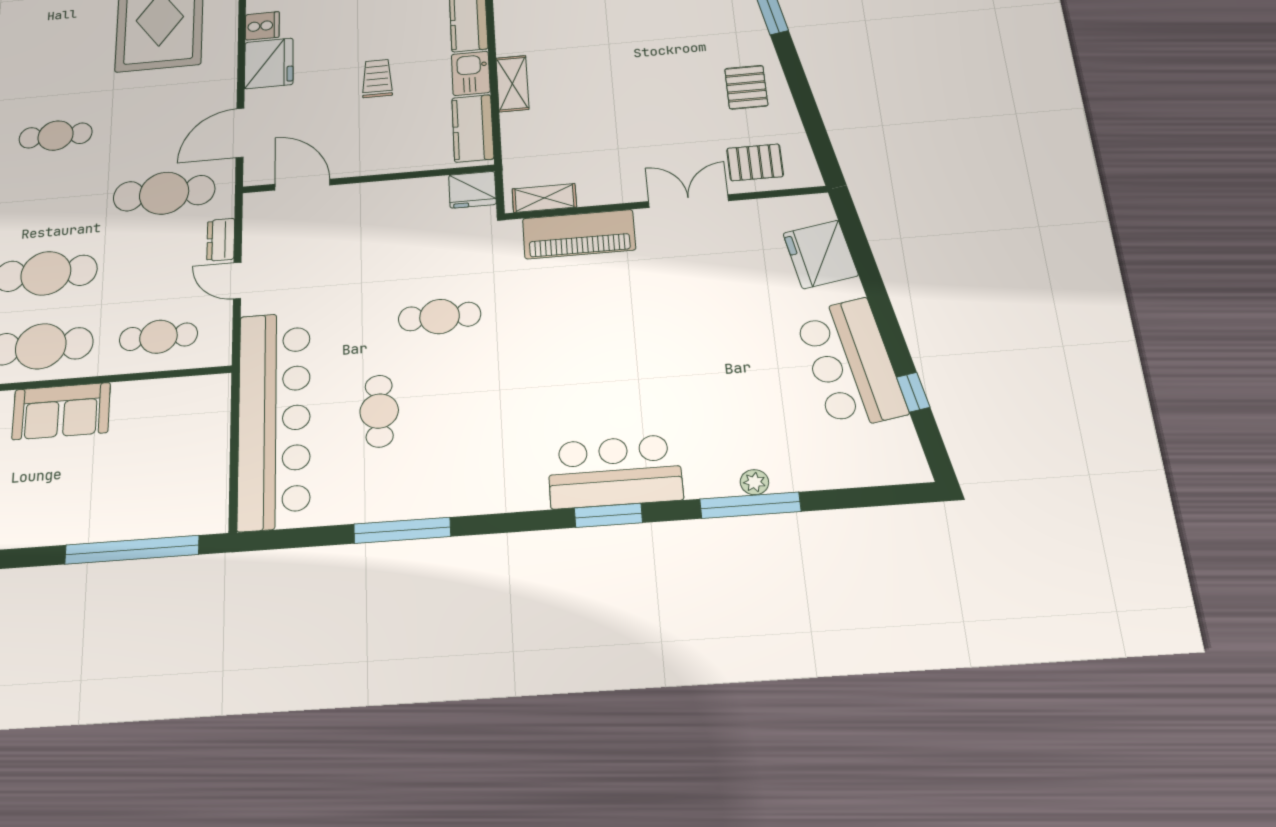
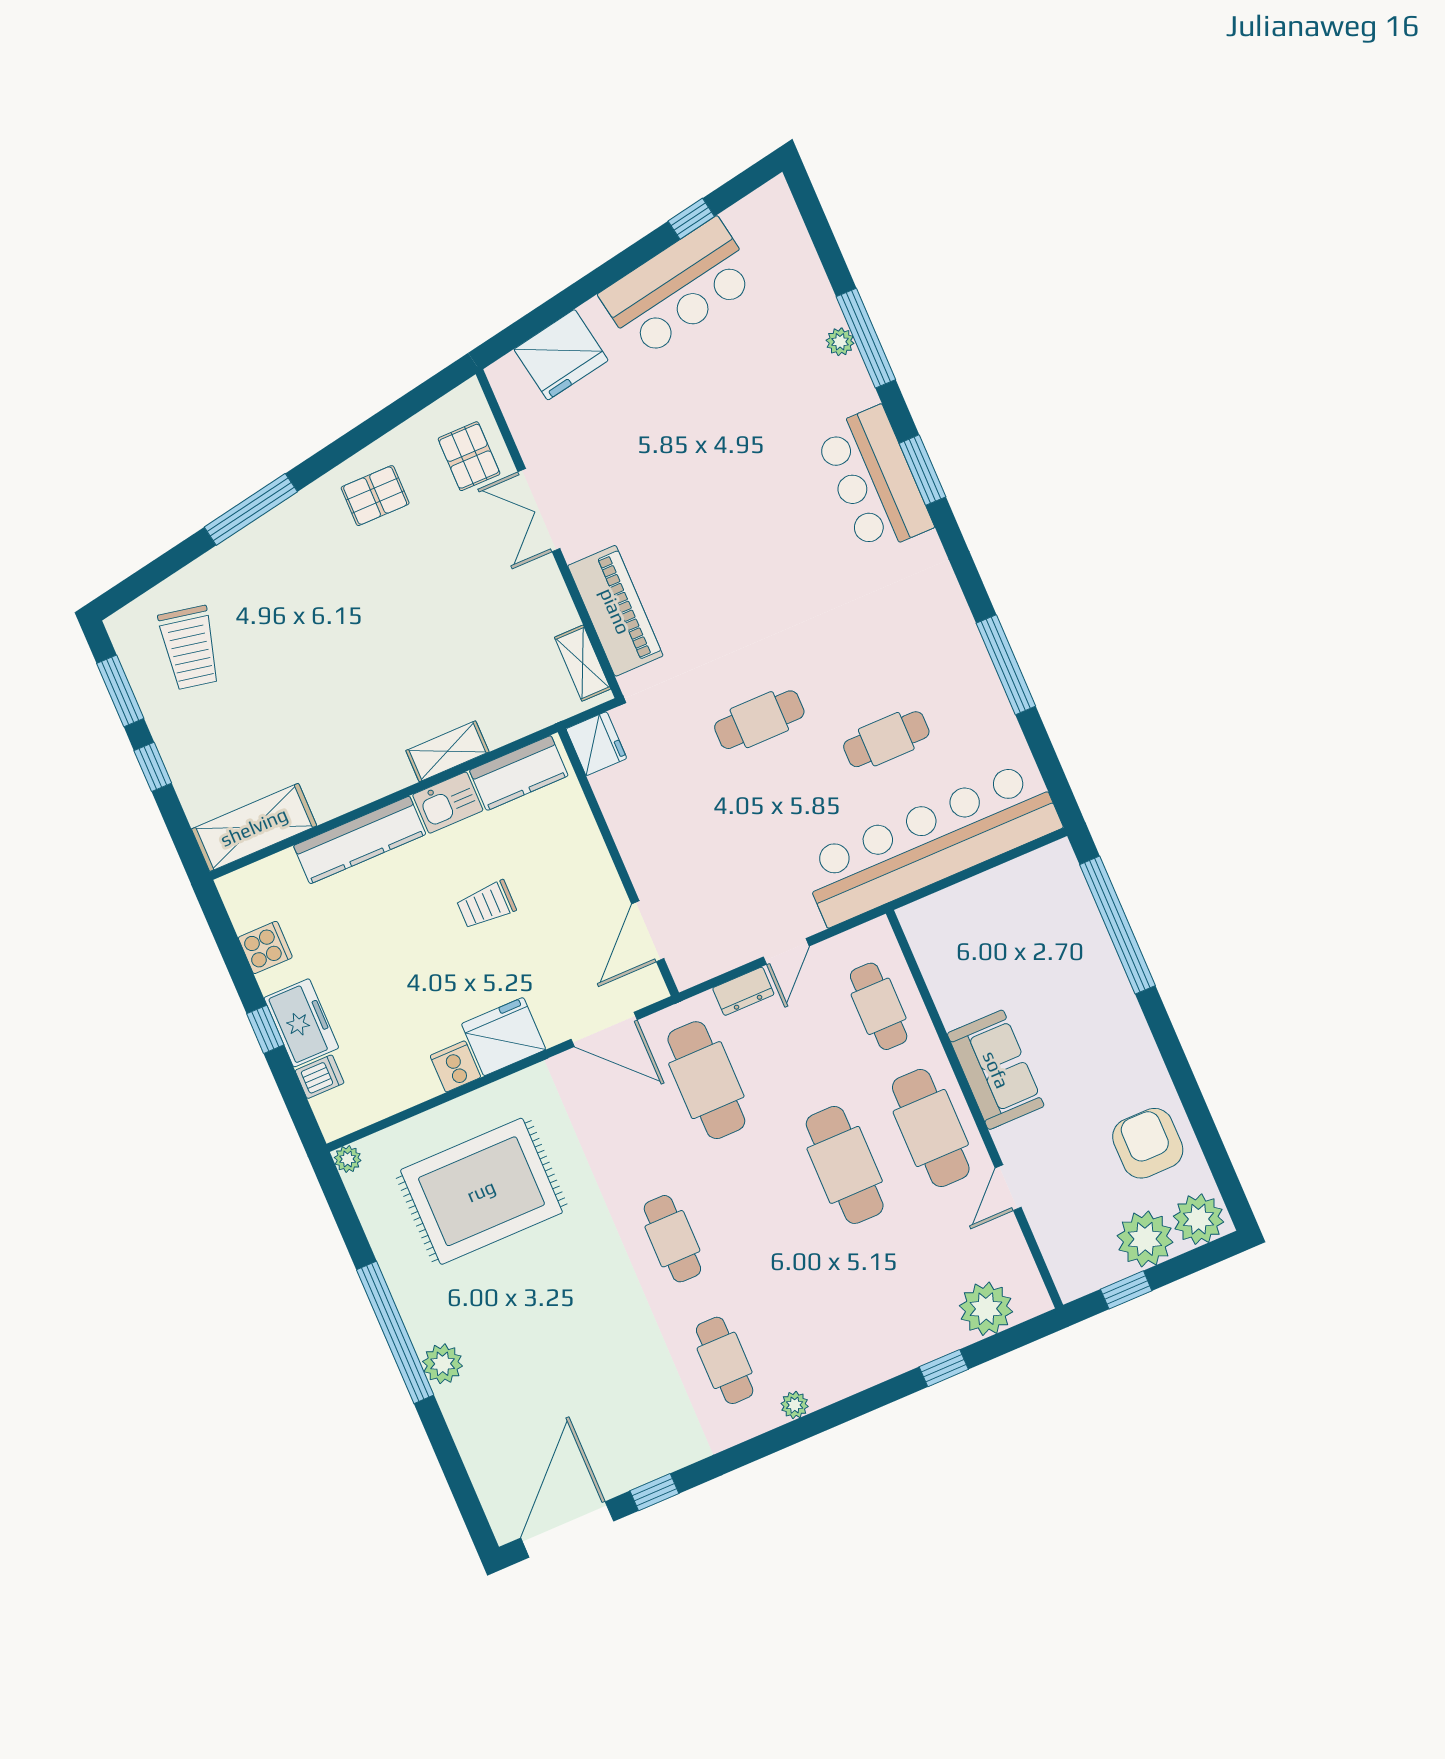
cafe table: (440, 317) -> (759, 720), turned 90

